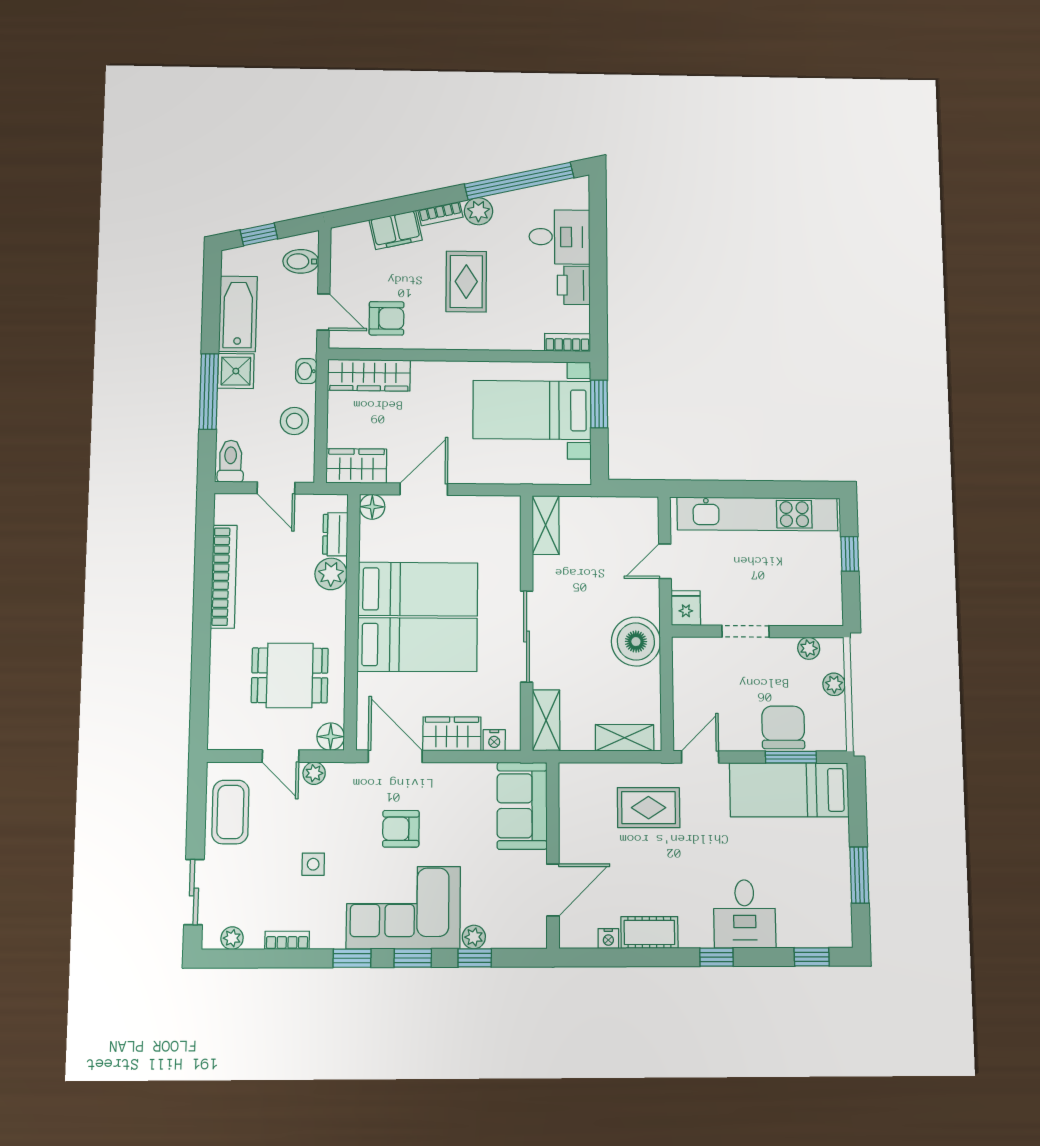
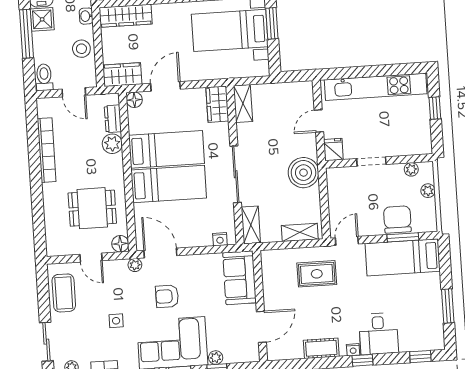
wardrobe: (452, 734) -> (217, 104), moved, turned -90
plant: (314, 773) -> (135, 265), moved
nightstand: (608, 938) -> (353, 350), moved

